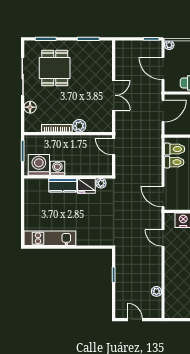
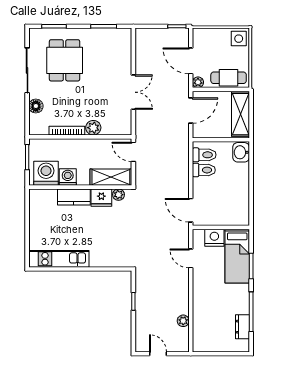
plant: (169, 45) -> (198, 82), moved
shelving: (94, 168) -> (111, 177), added

